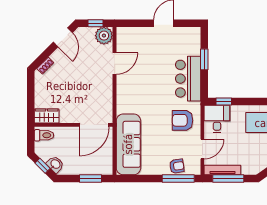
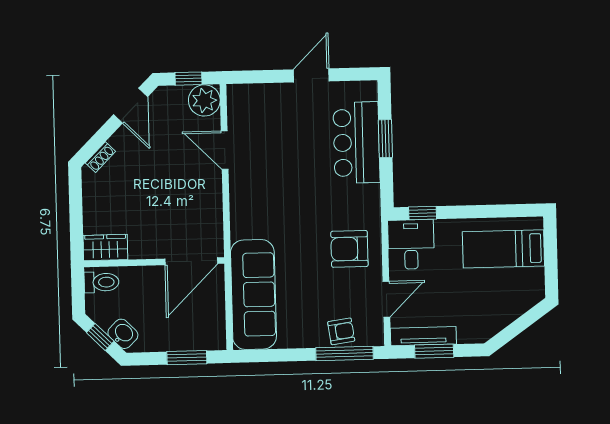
door: (115, 64) -> (225, 150), swing flipped
bar counter: (188, 79) -> (357, 143), moved
window: (228, 179) -> (434, 351), width x0.69

